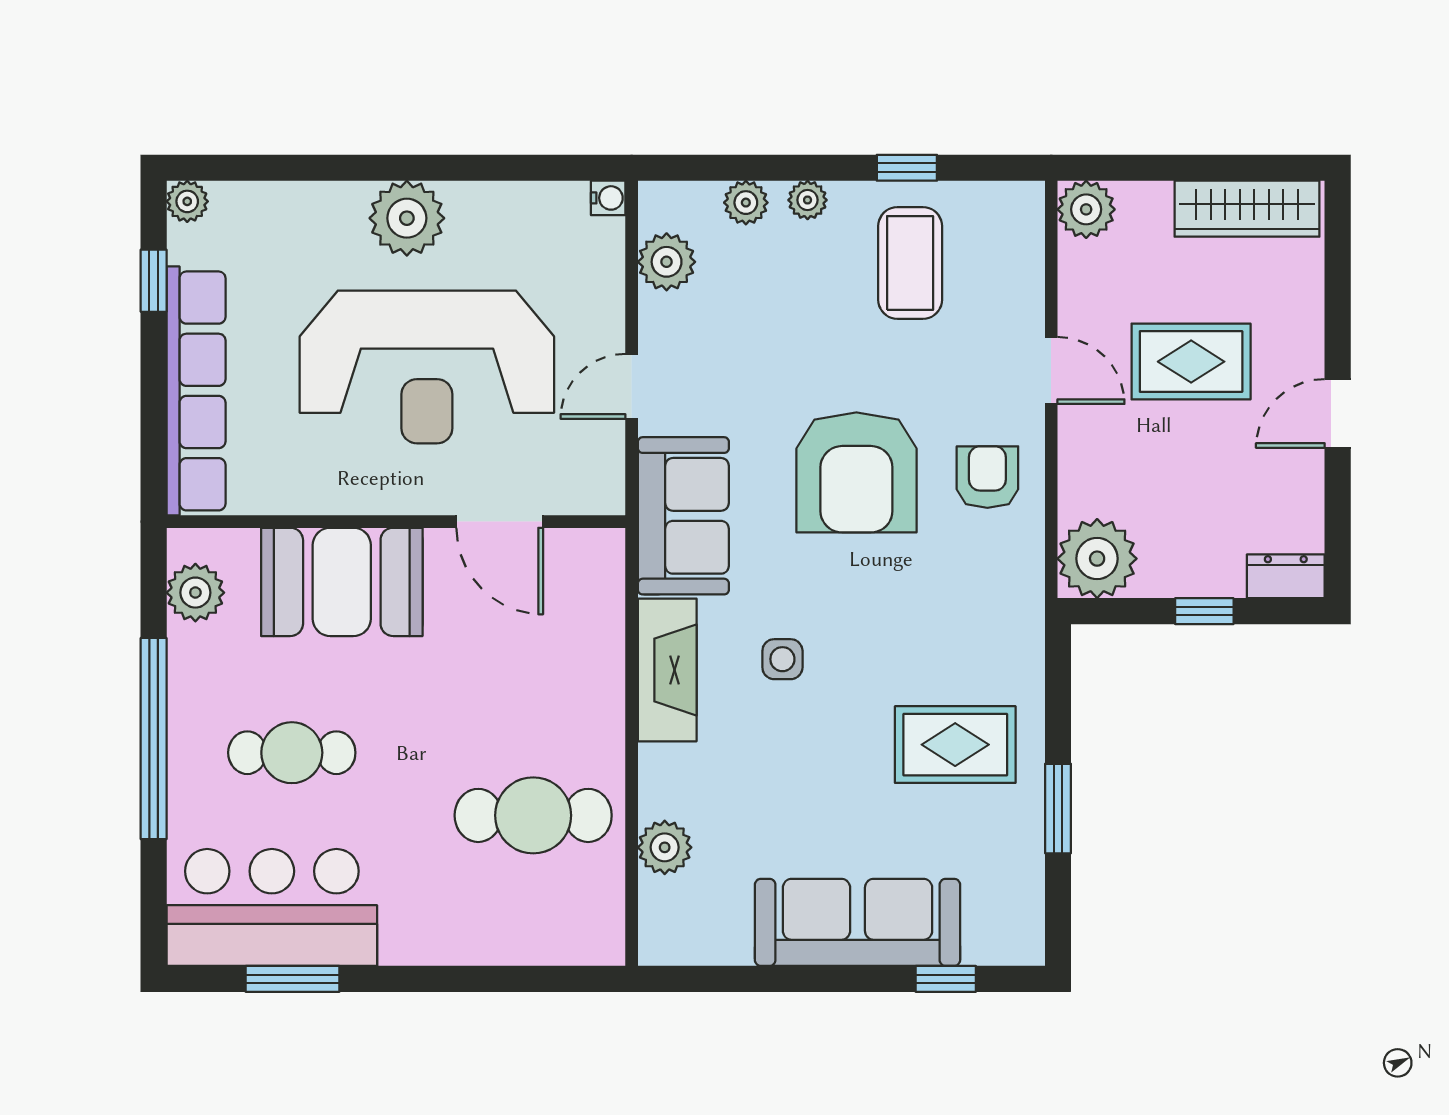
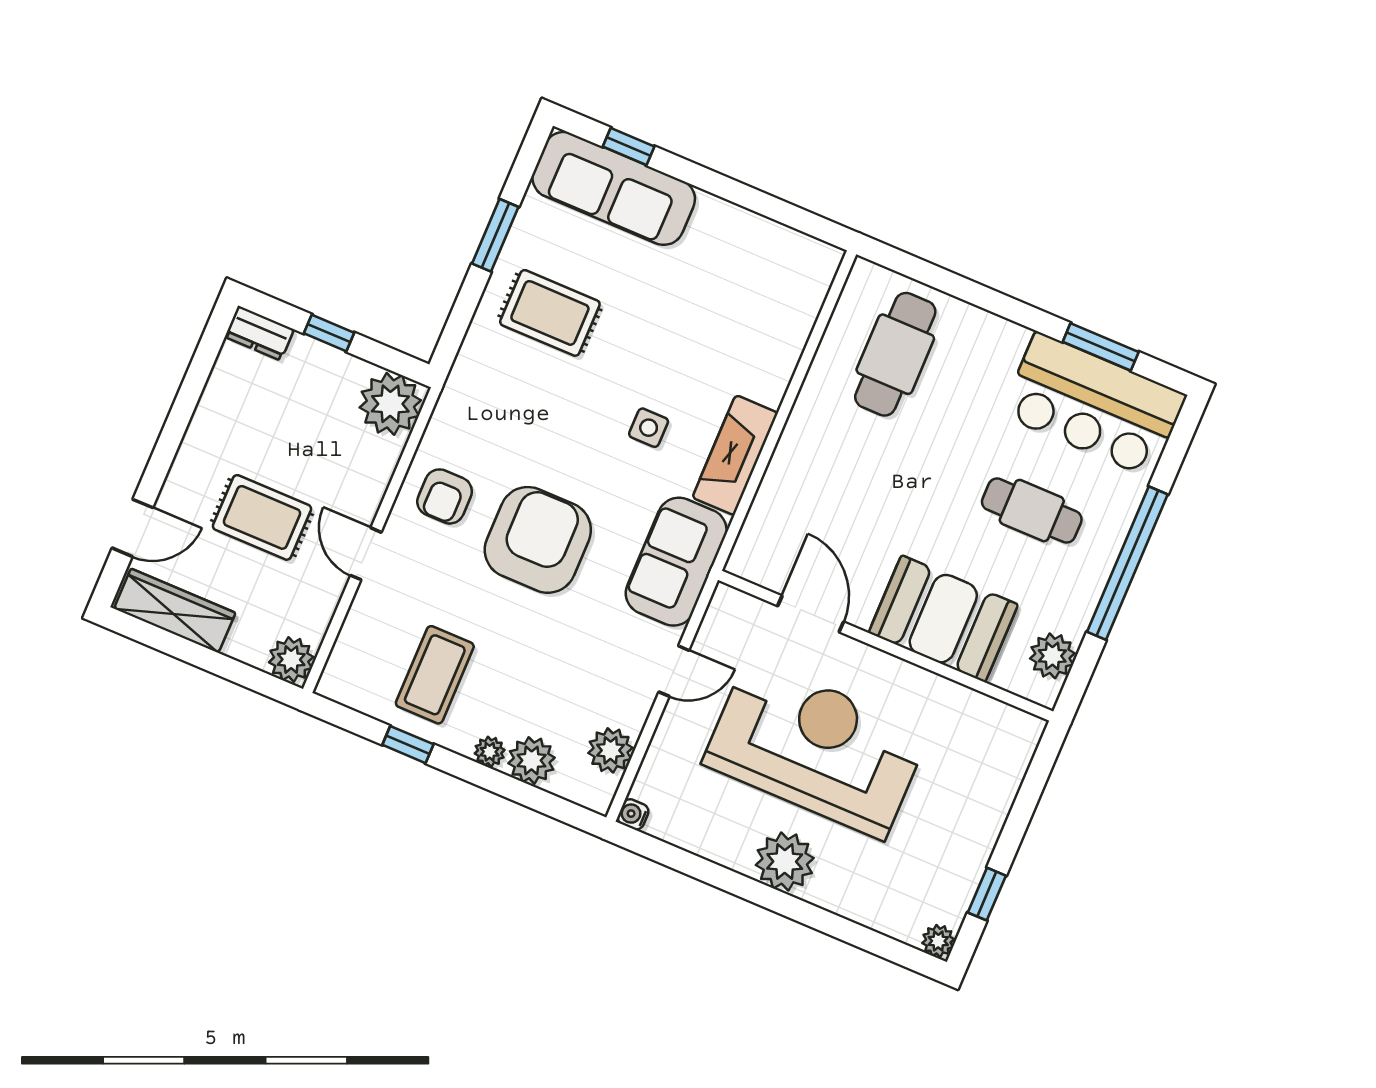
plant: (746, 203) -> (532, 760), width x1.38, depth x1.38
row of seats: (196, 391) -> (990, 801), removed
door: (1338, 413) -> (133, 528), moved
cafe table: (533, 815) -> (895, 354), moved, turned 90
plant: (665, 847) -> (791, 328), removed
sofa: (858, 922) -> (614, 188), moved

